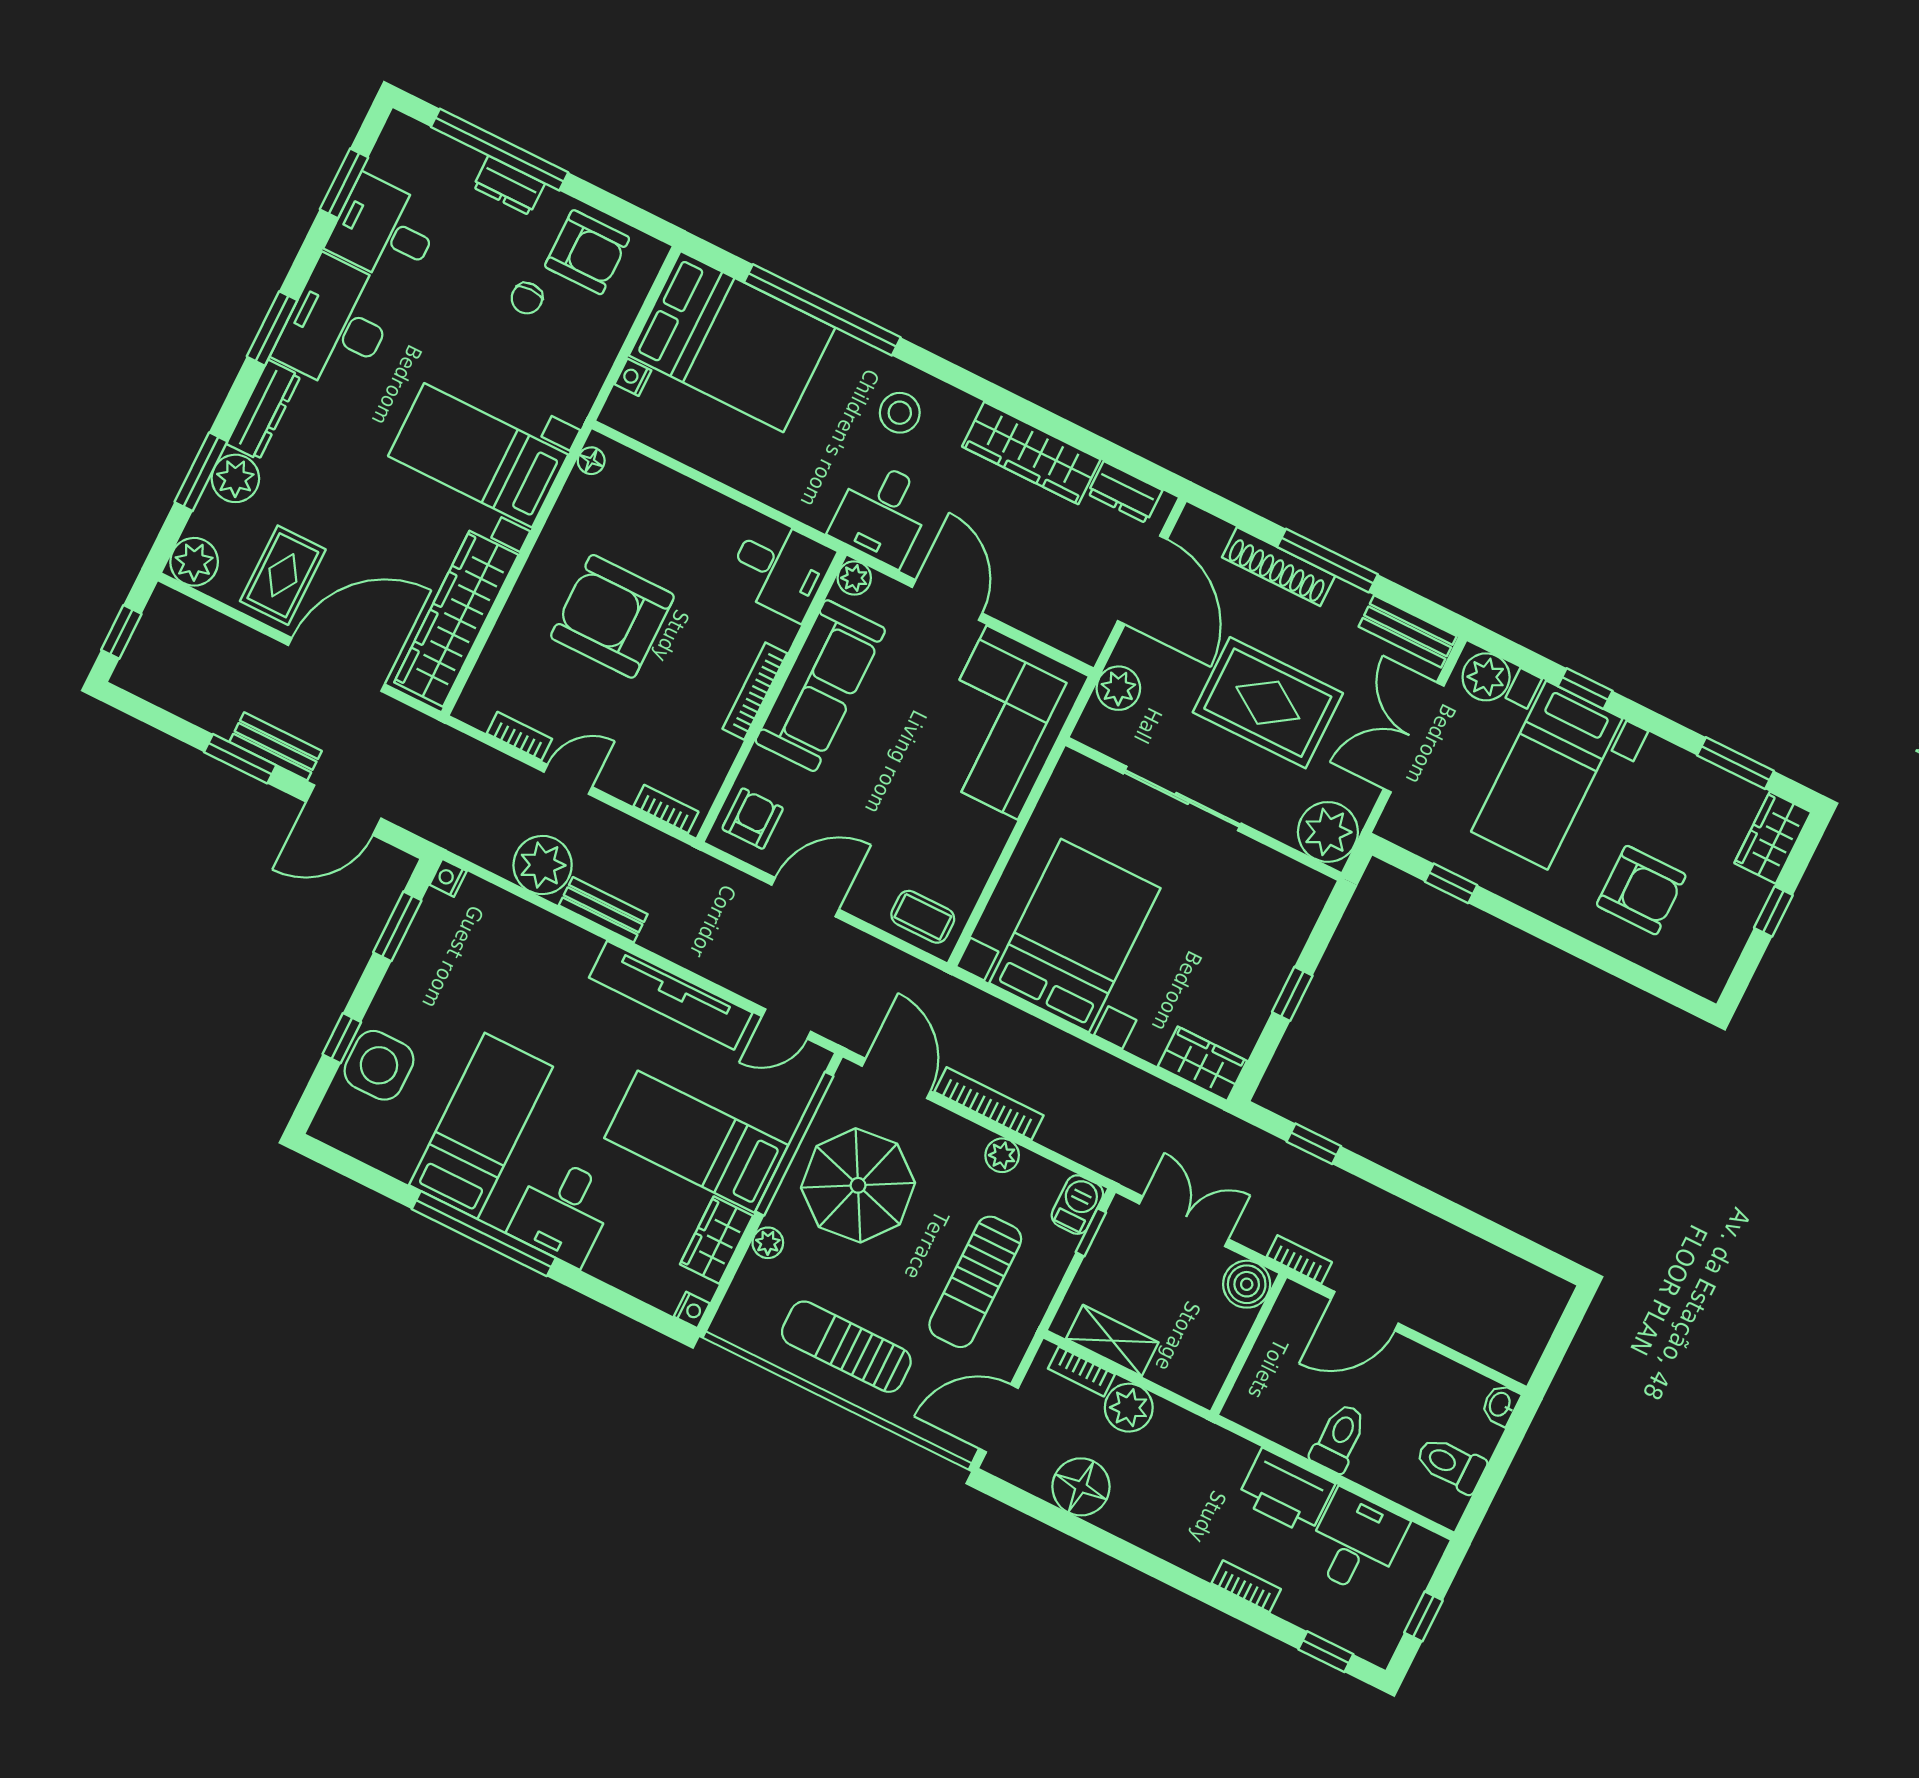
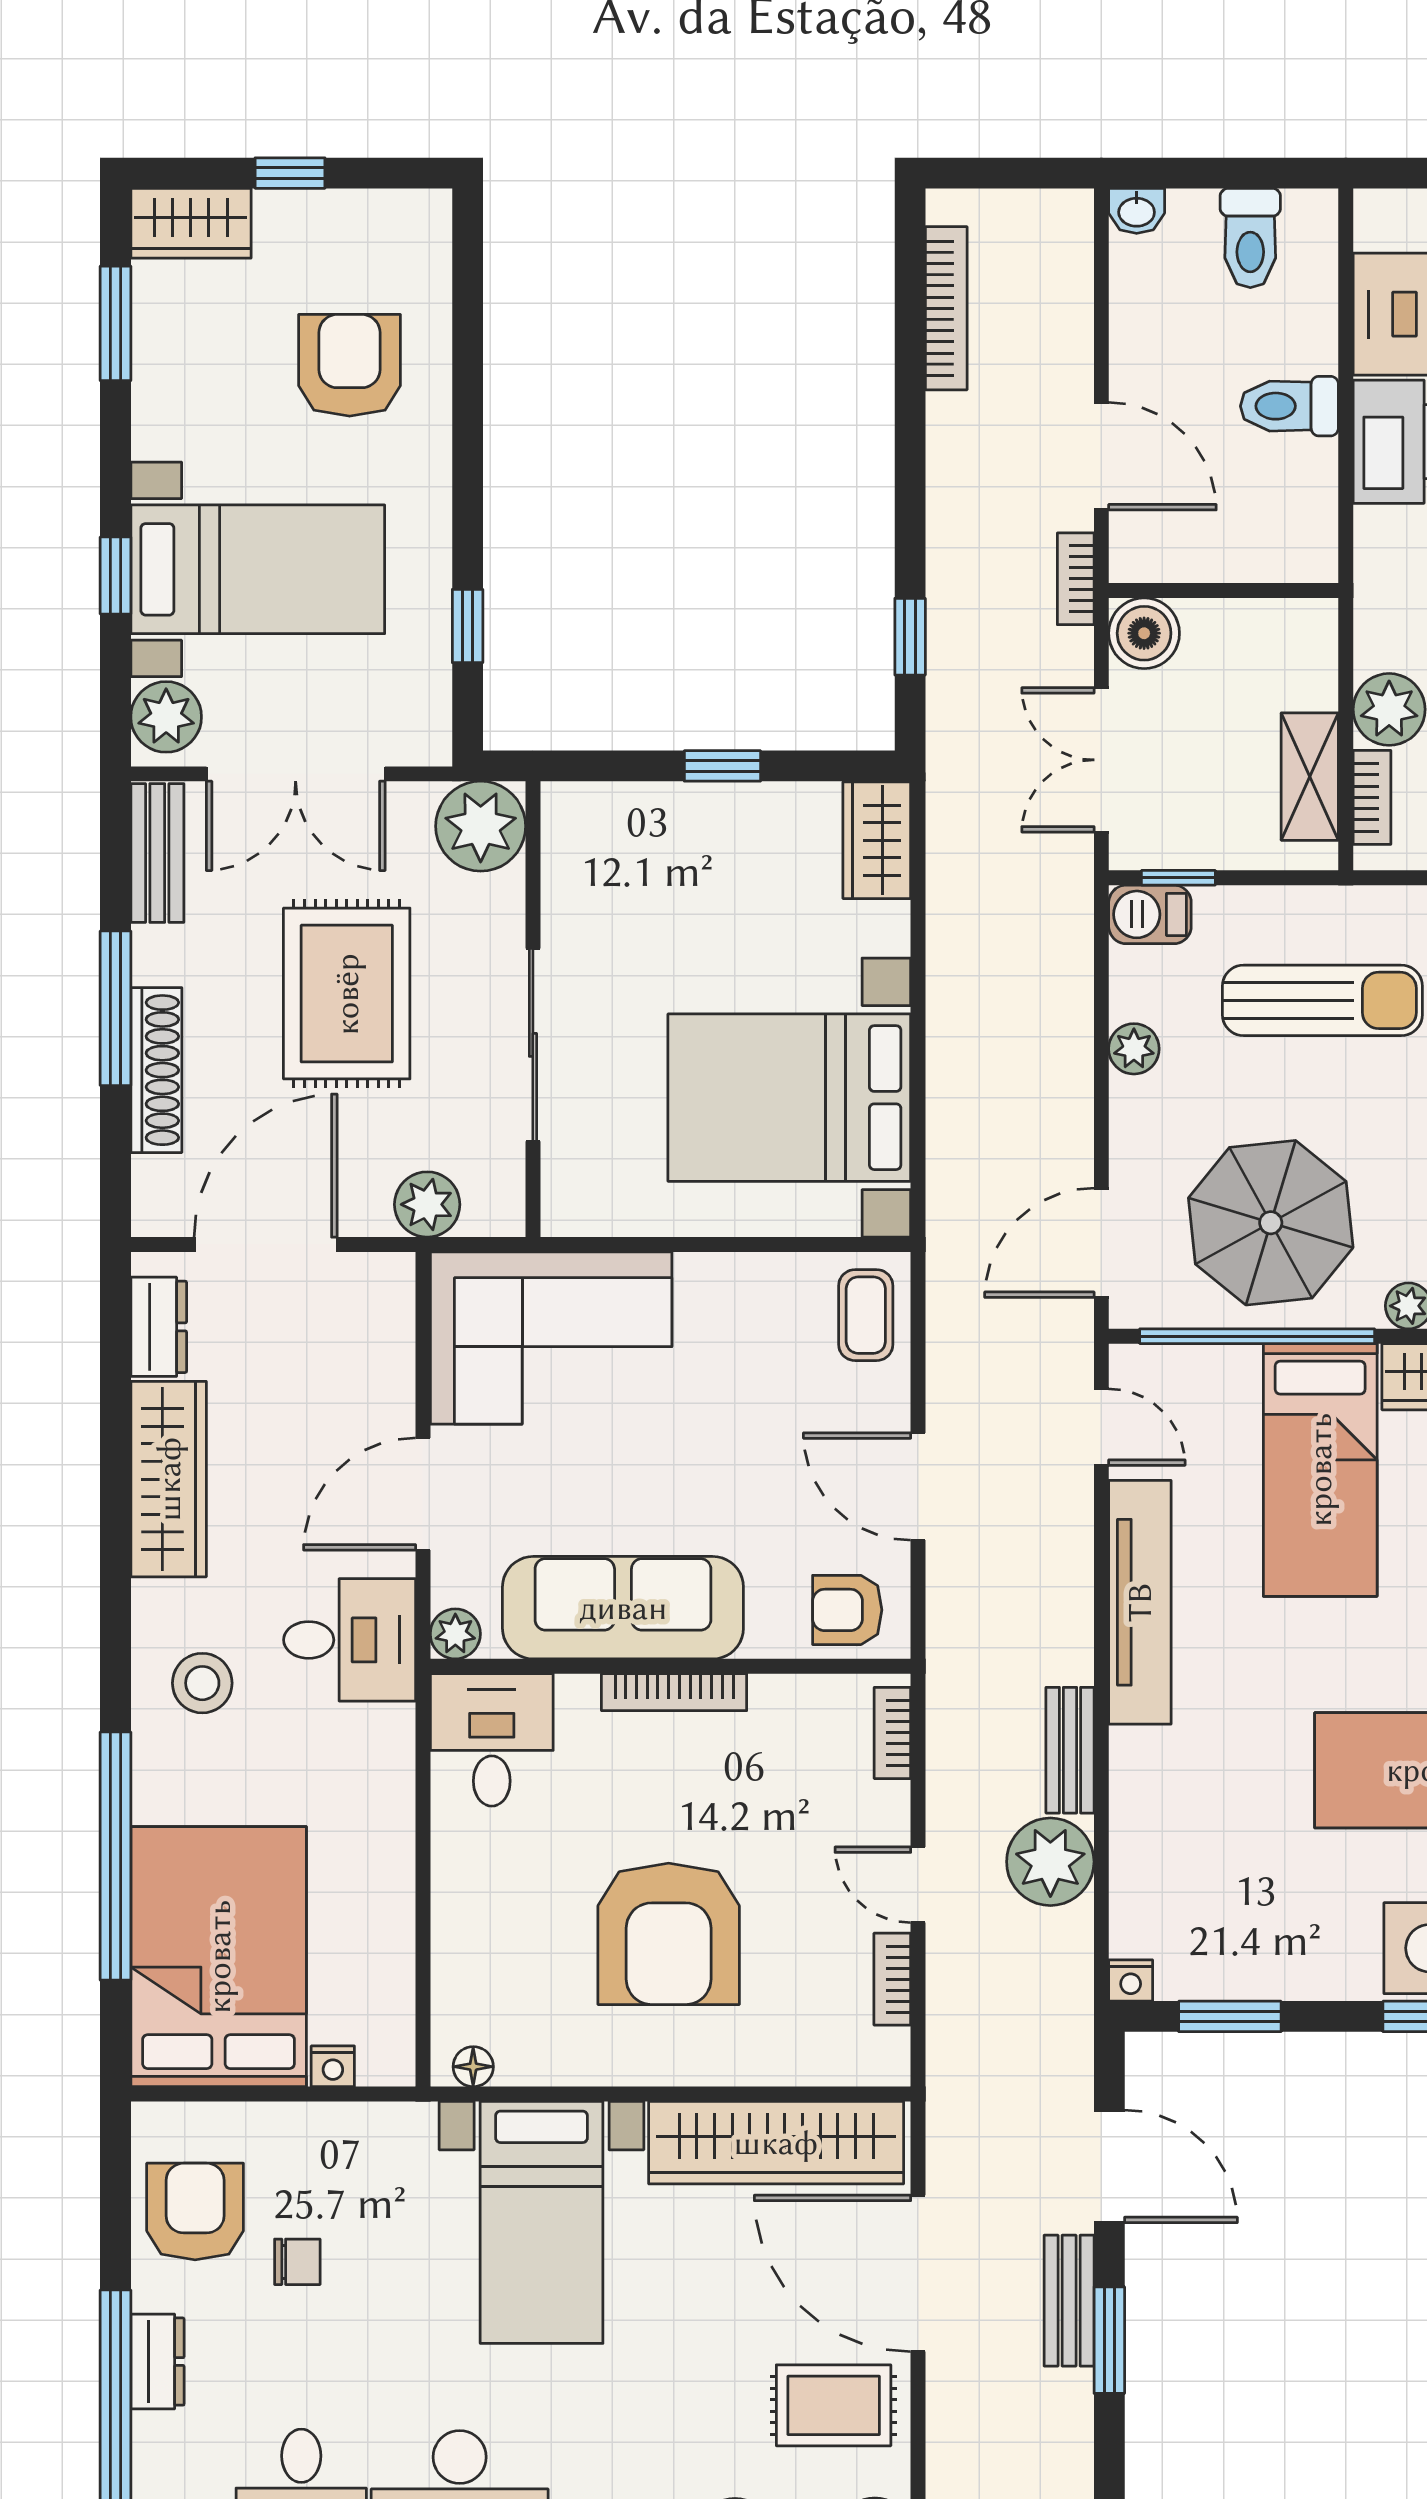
bookcase: (989, 1104) -> (946, 308), moved, turned 180

